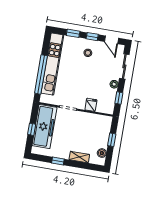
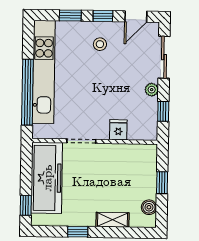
door: (111, 40) -> (136, 16), hinge flipped
window: (32, 129) -> (26, 205), moved

